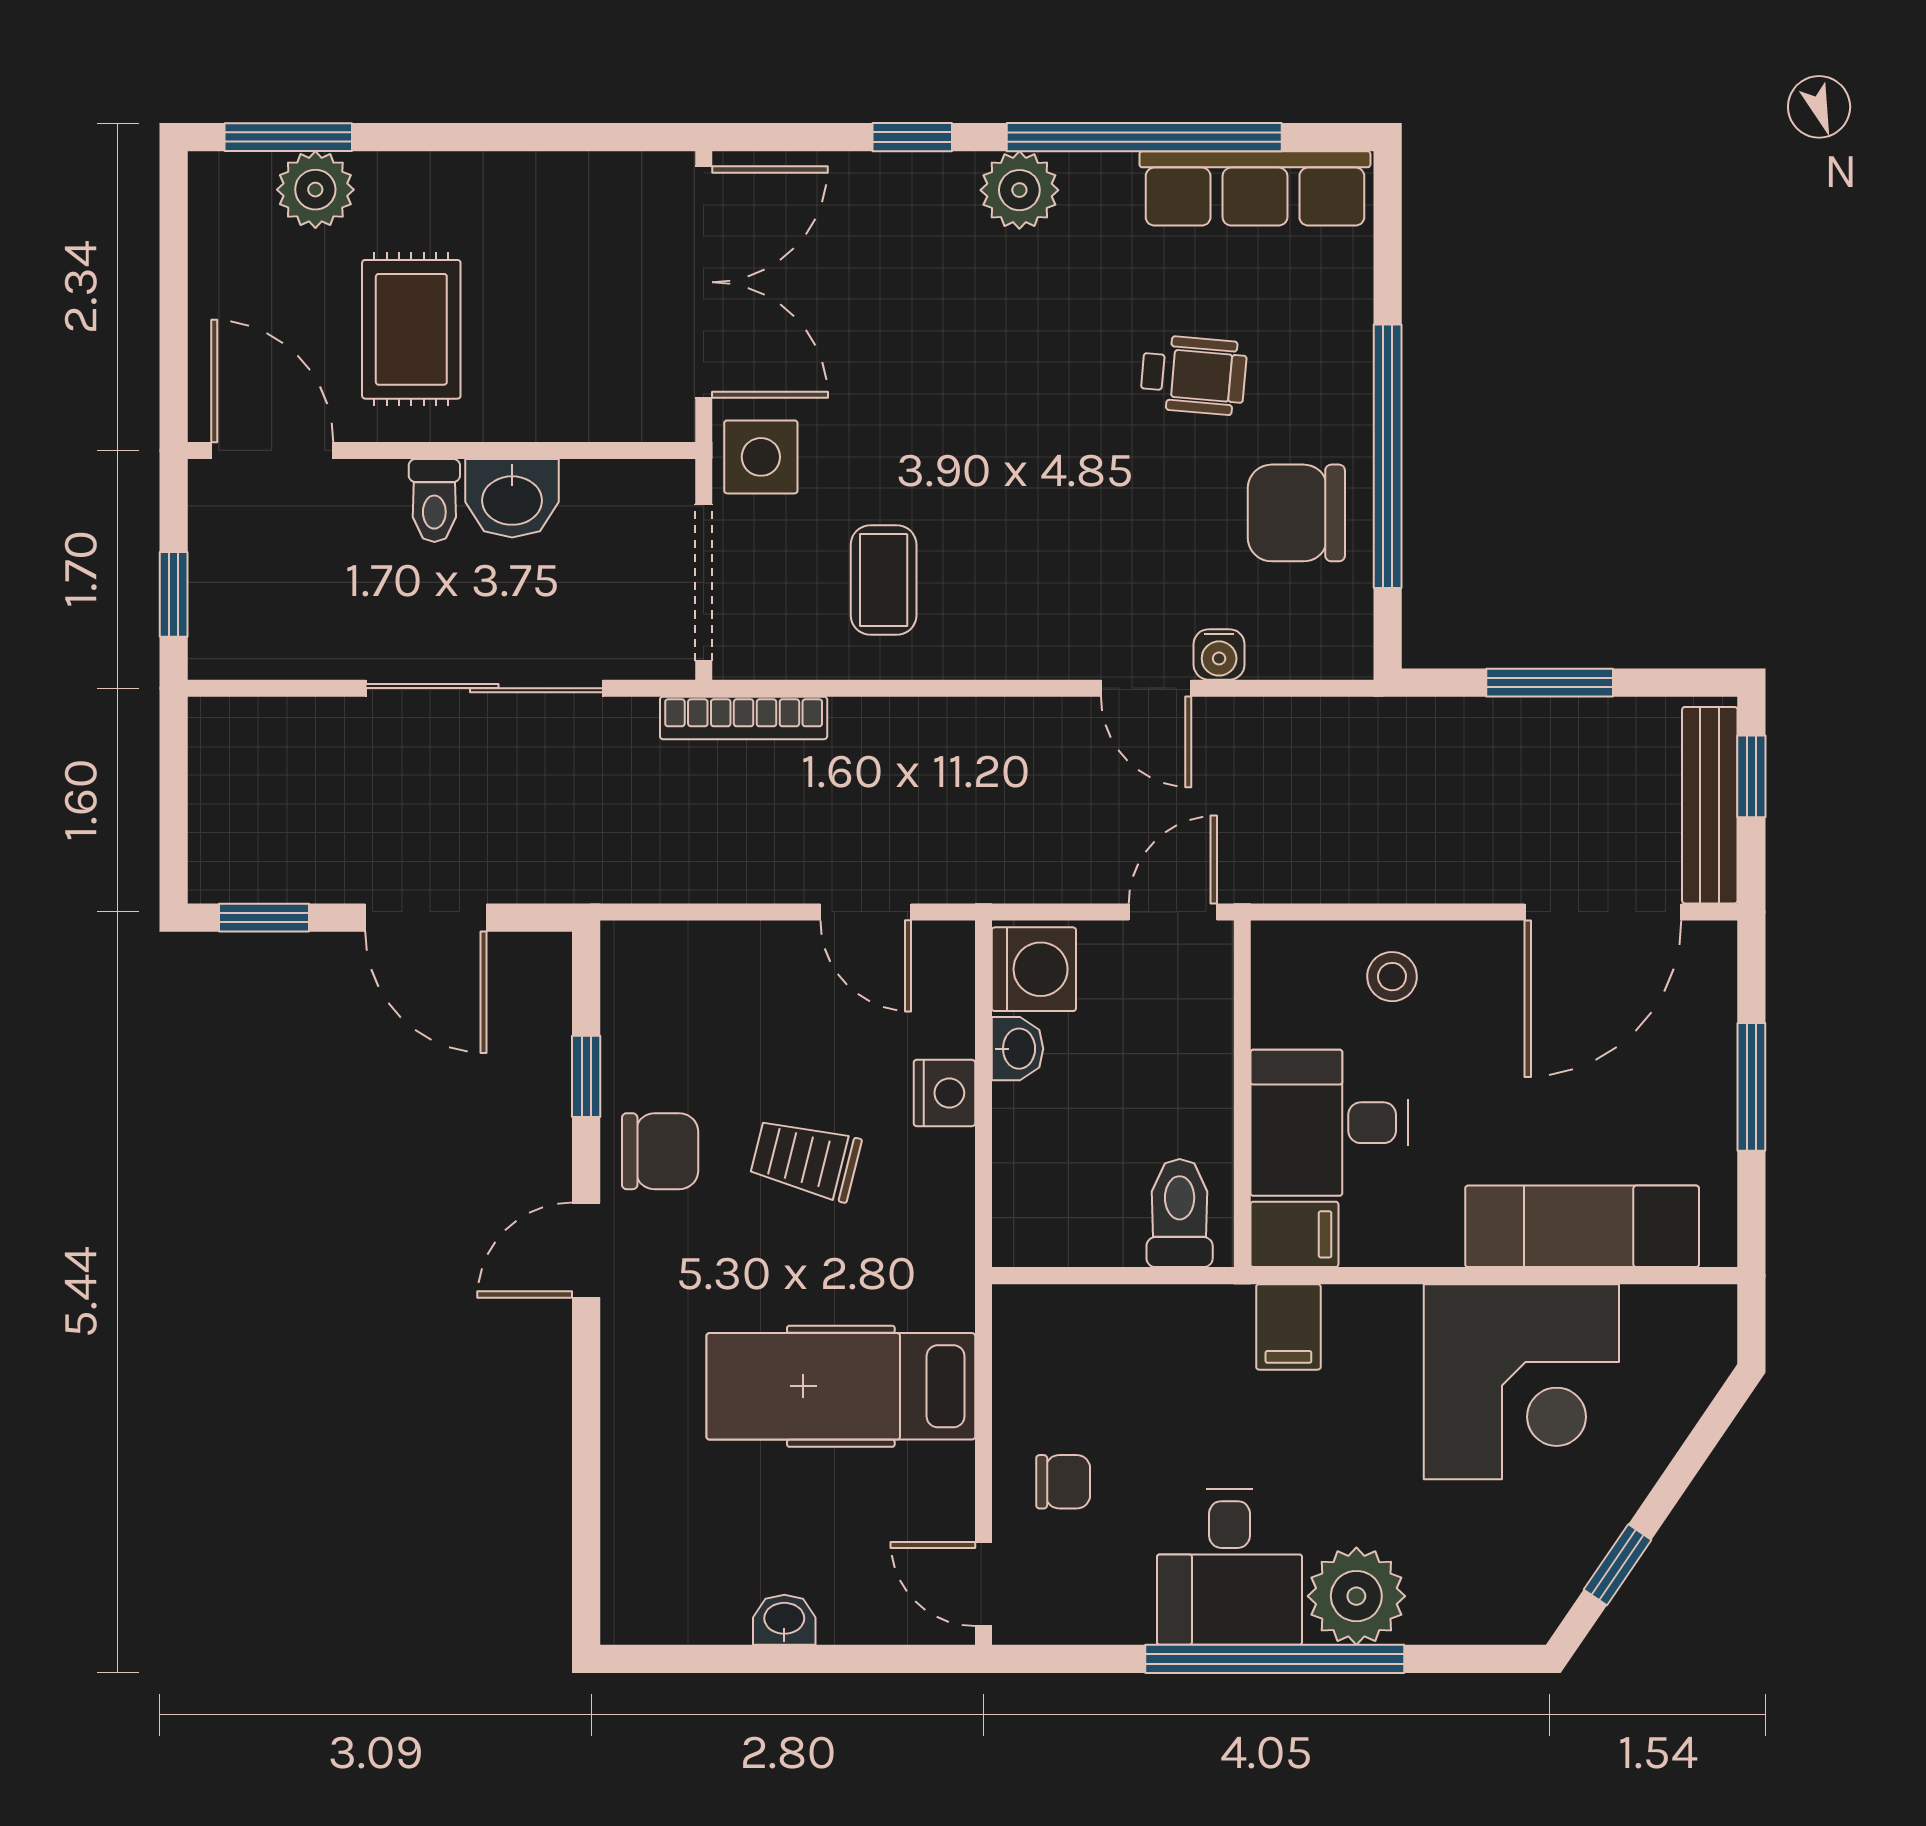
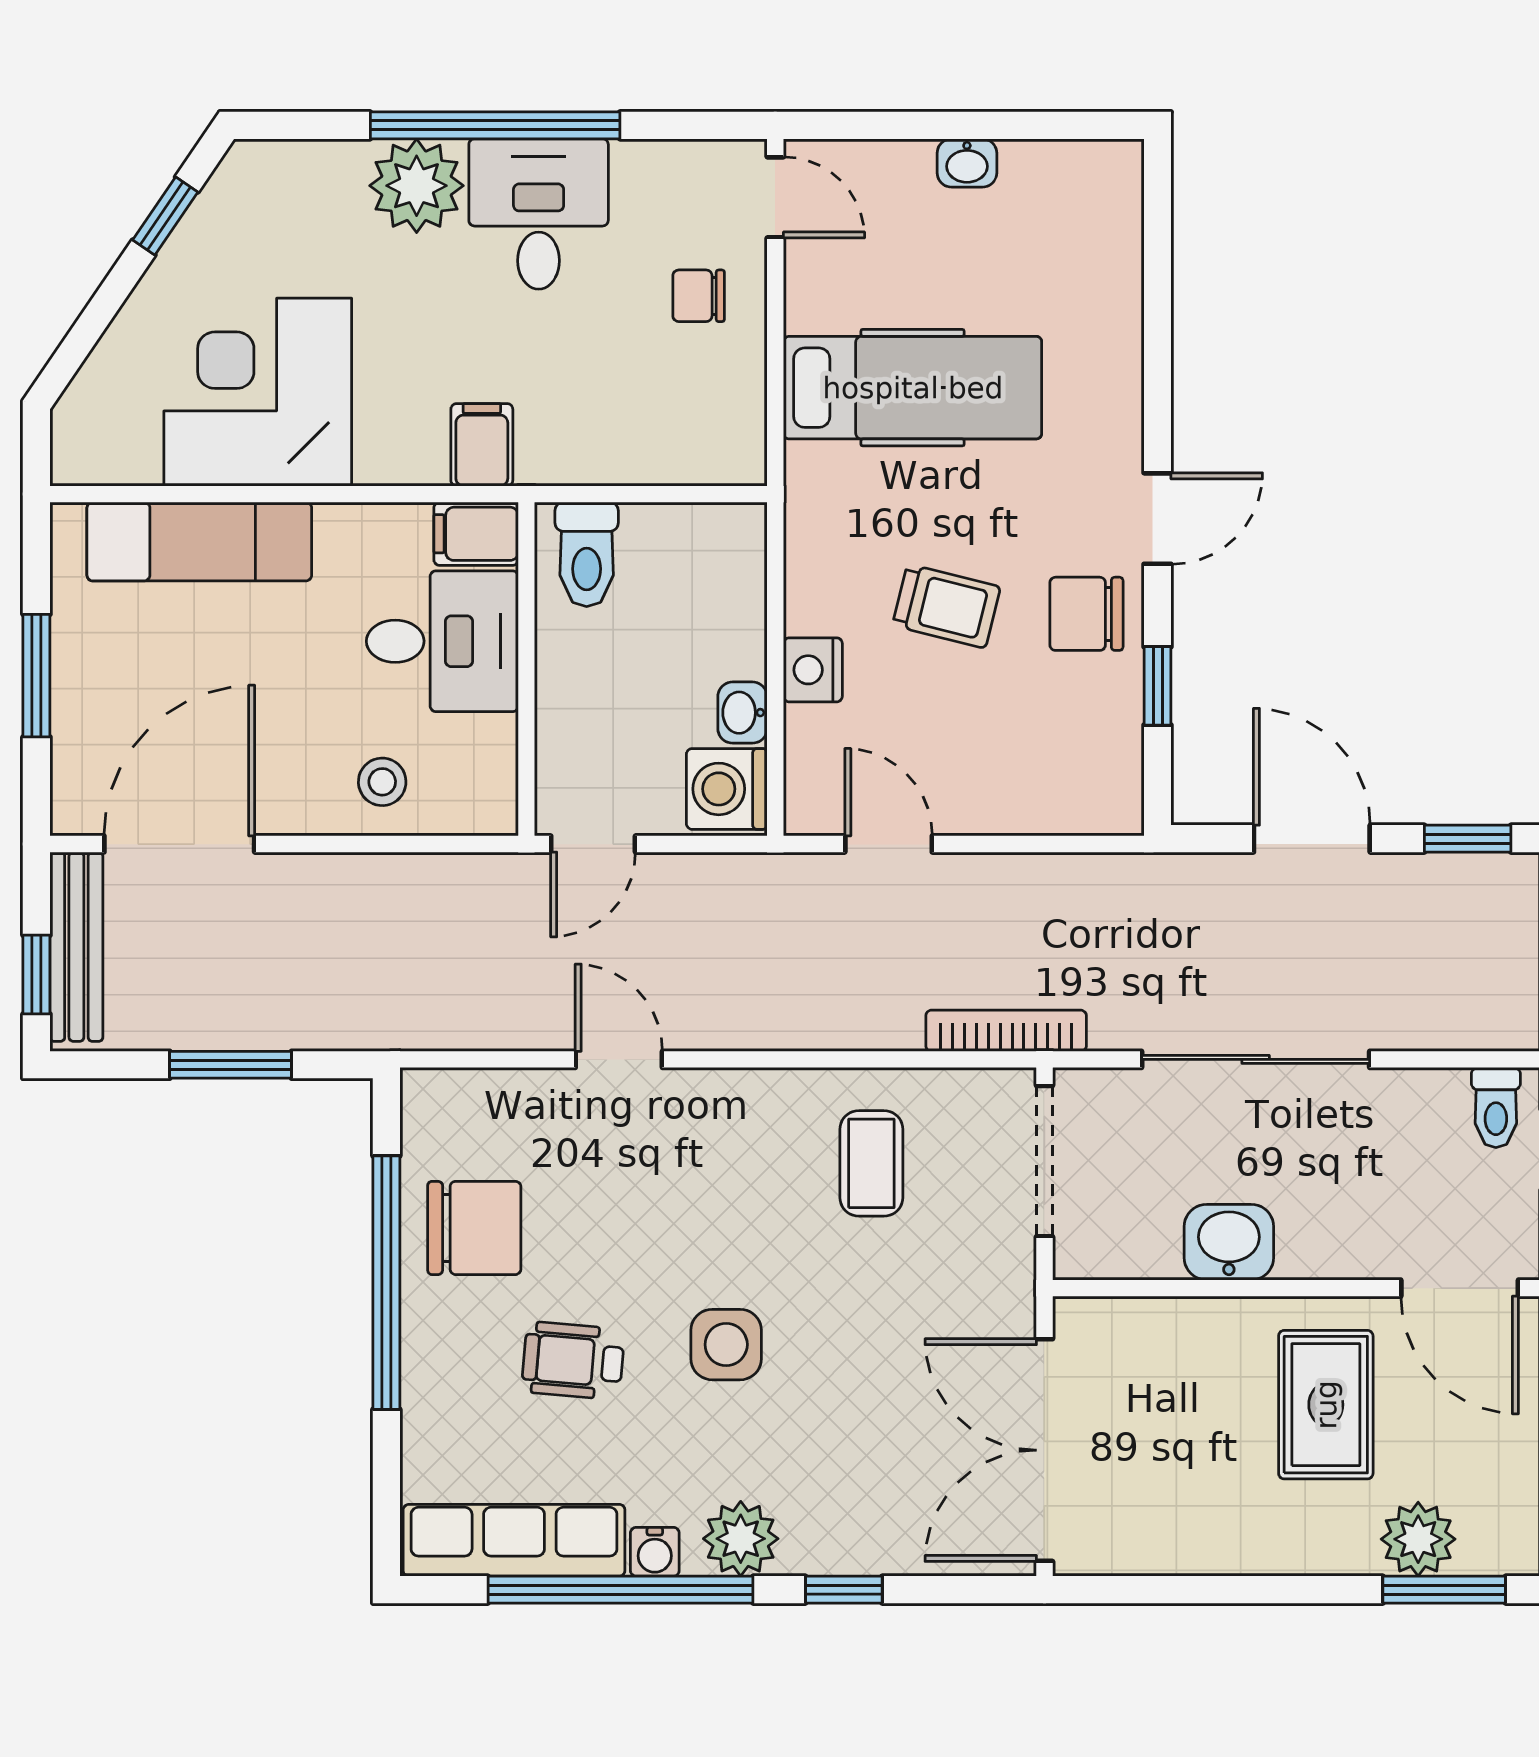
side table: (761, 457) -> (726, 1345), moved
toilet: (434, 500) -> (1496, 1107), moved, turned 180
water cooler: (1219, 654) -> (655, 1552), moved, turned 180

